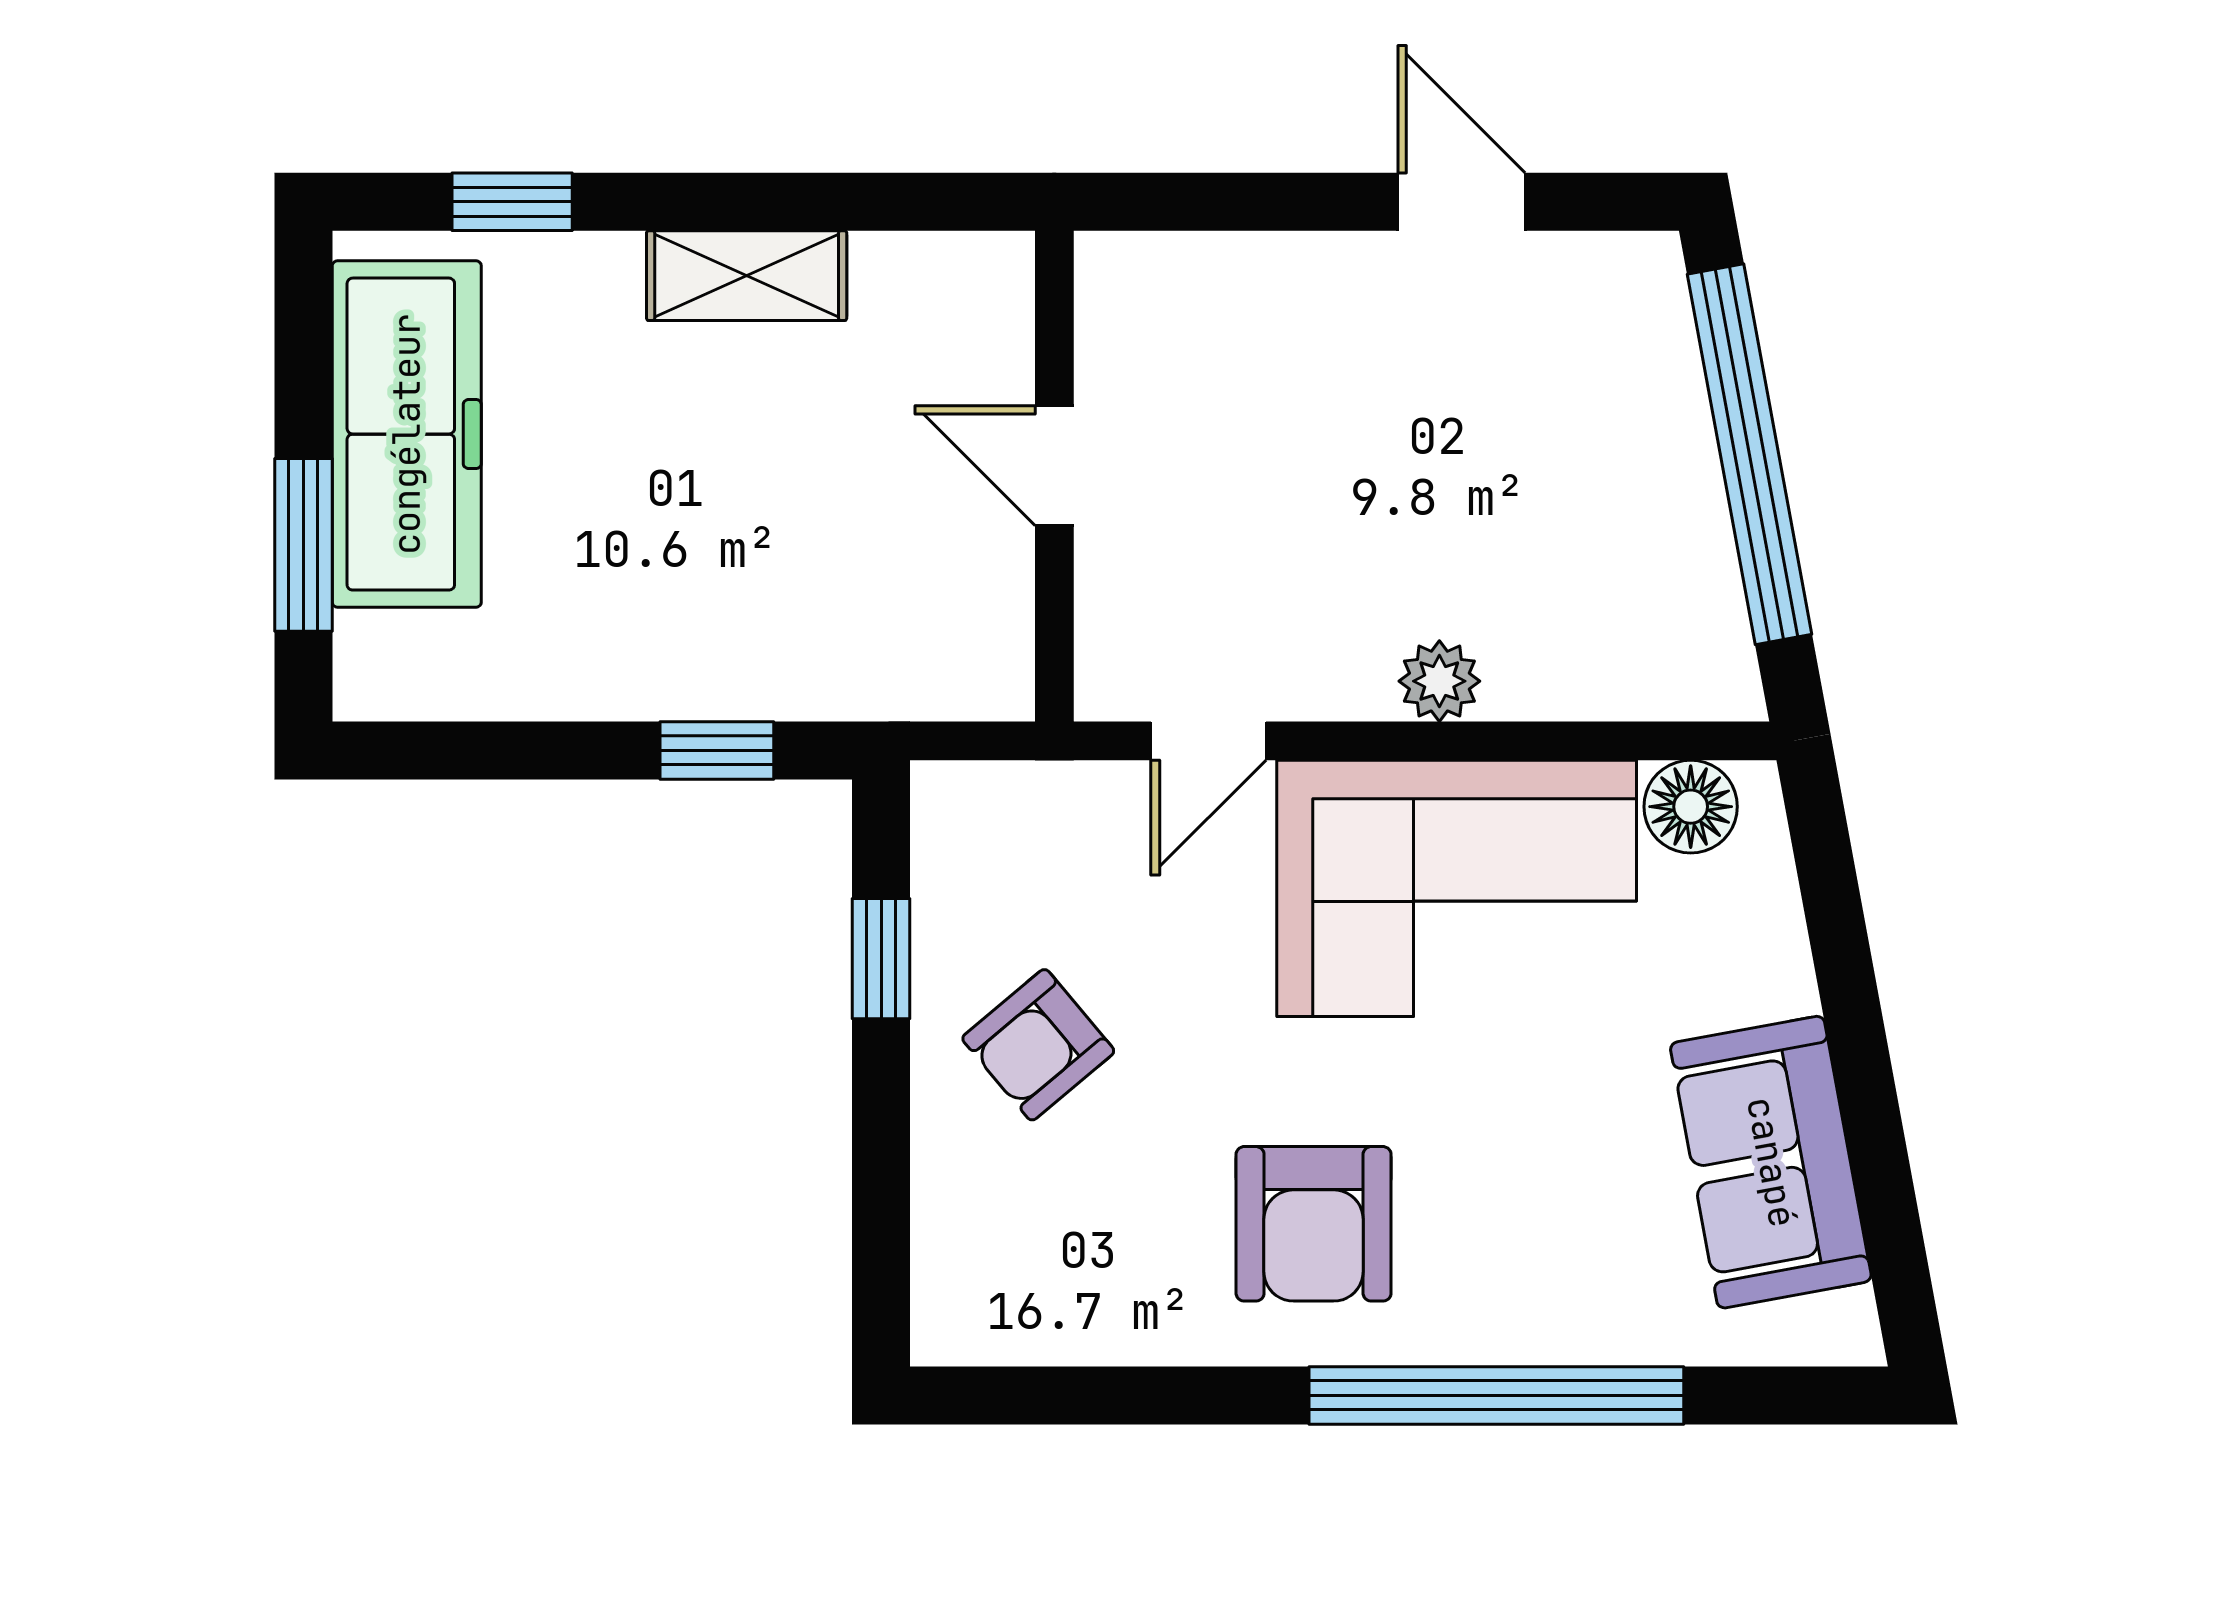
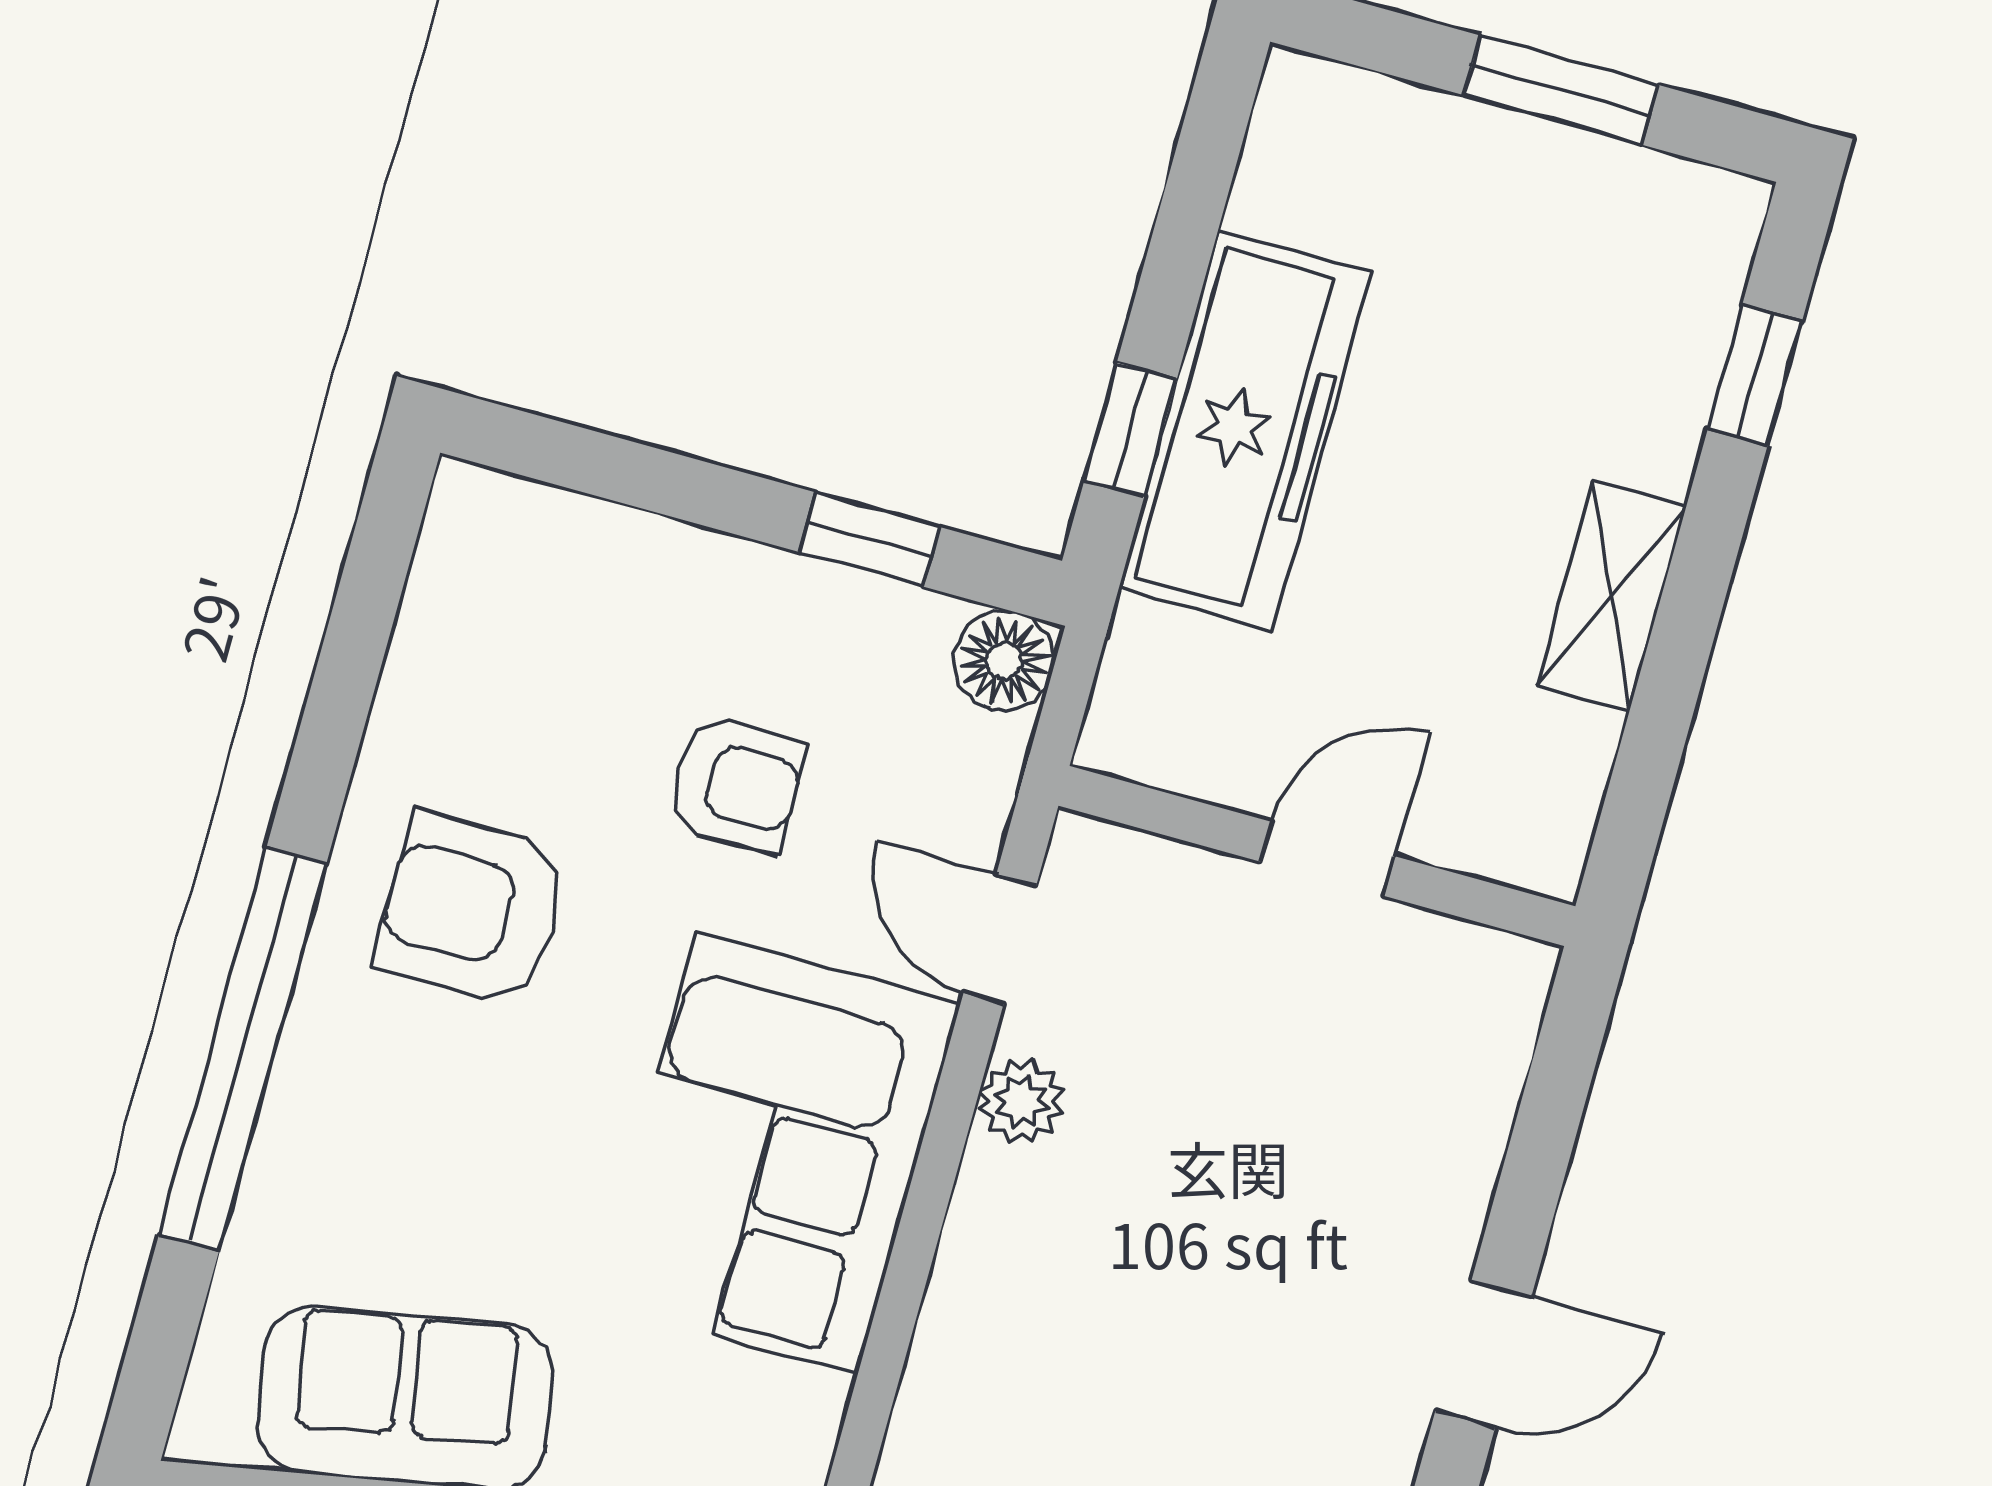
freezer: (407, 434) -> (1245, 430), moved, turned -90
window: (303, 545) -> (1561, 90), moved
plant: (1439, 681) -> (1021, 1101), moved
floor lamp: (1691, 807) -> (1004, 661), moved
armchair: (1038, 1045) -> (736, 784), moved, turned 130

